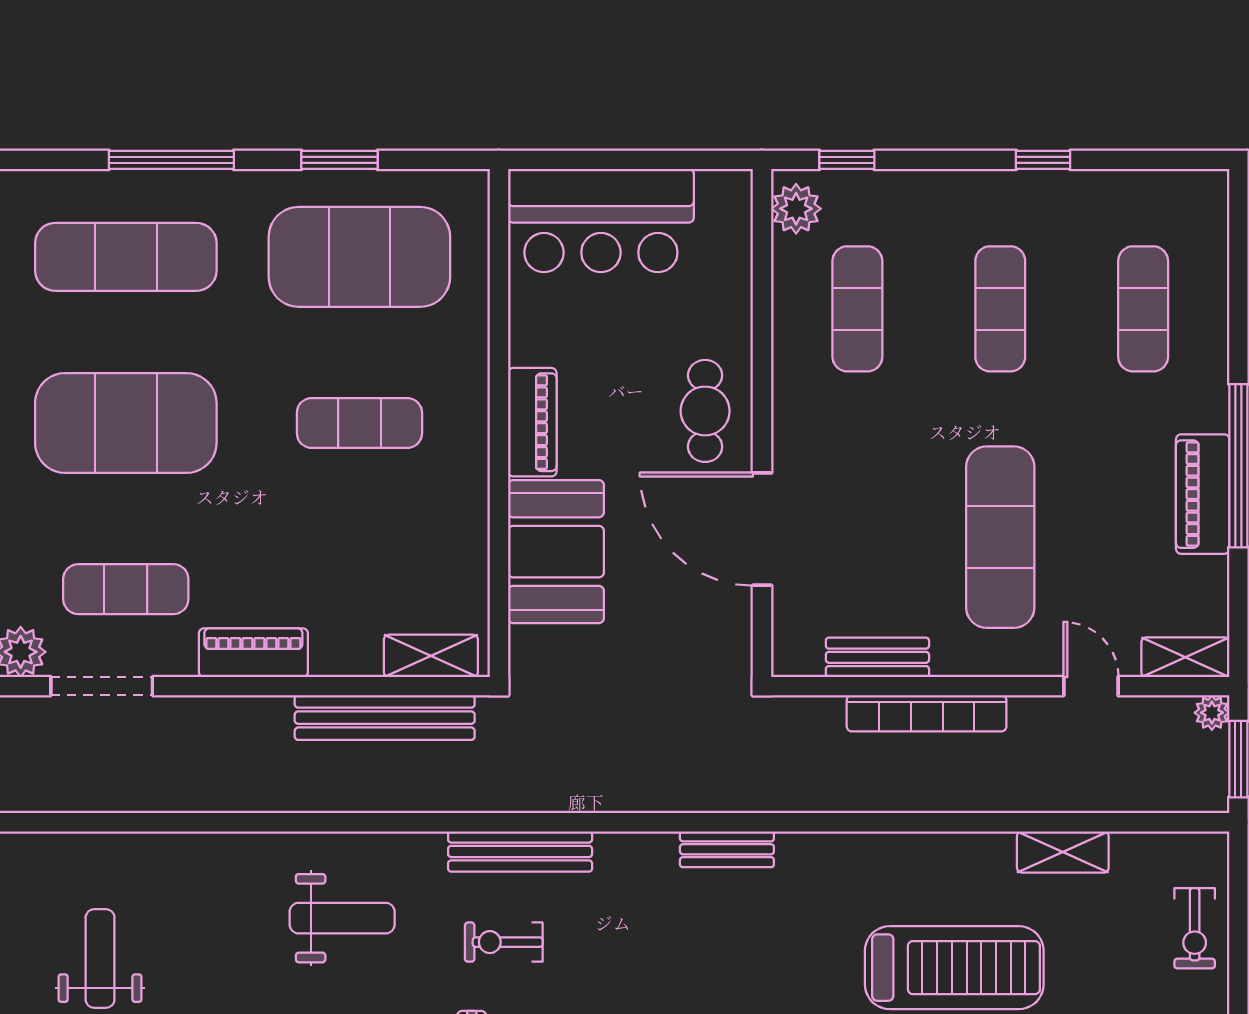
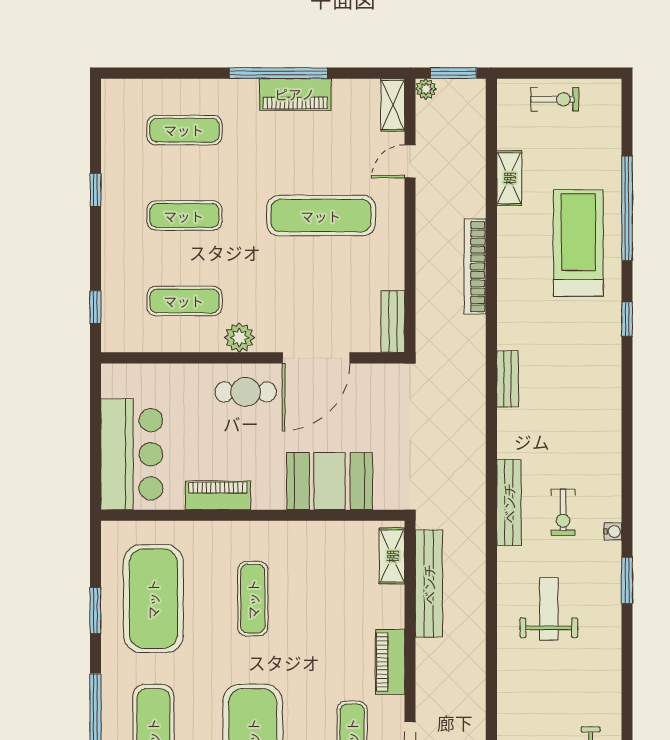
plant: (796, 209) -> (239, 338), moved
piano: (532, 422) -> (218, 495), moved
bench: (877, 657) -> (393, 322), moved
bookcase: (927, 713) -> (475, 267), moved, turned 180

